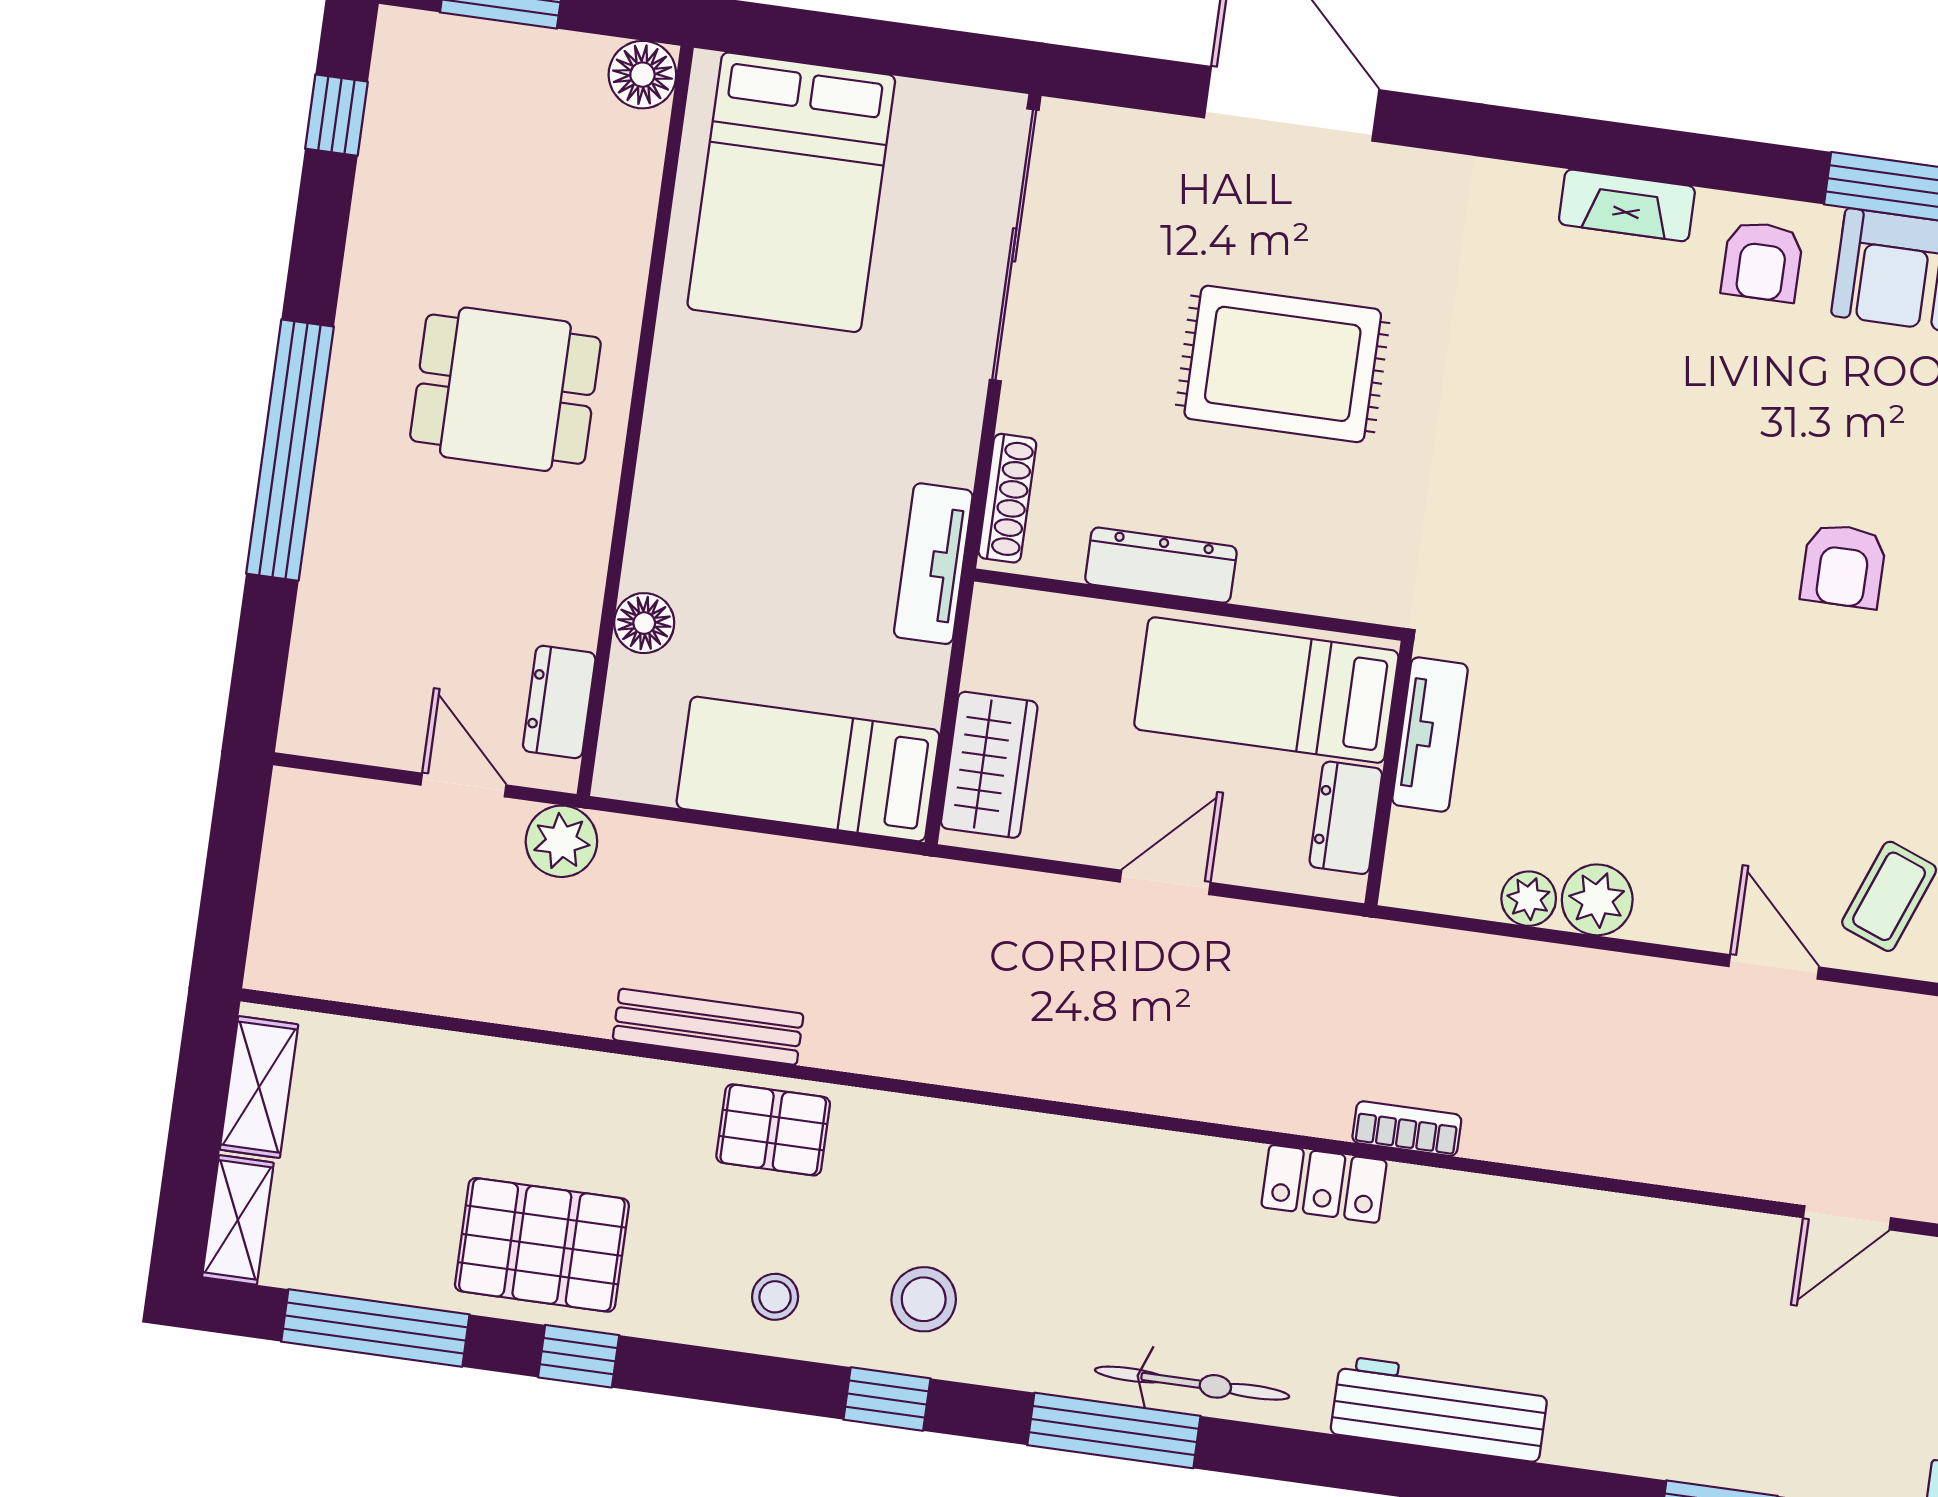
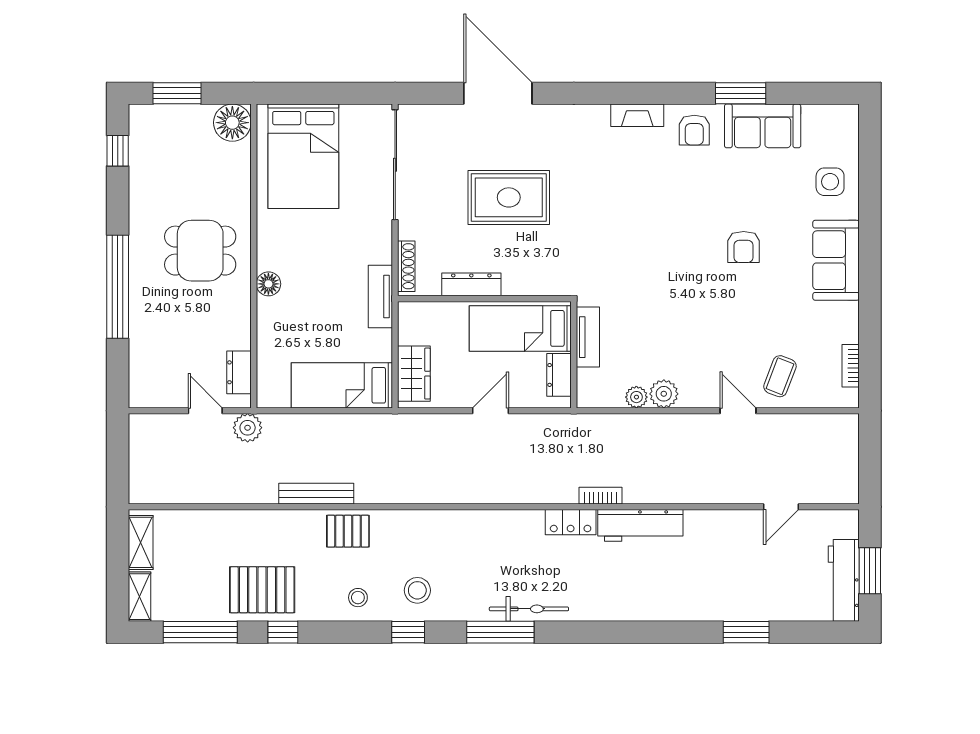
floor lamp: (642, 75) -> (232, 123), width x1.38, depth x1.38
floor lamp: (644, 623) -> (268, 284), moved
workbench: (1440, 1409) -> (640, 525), moved, turned 180

